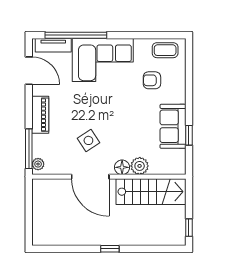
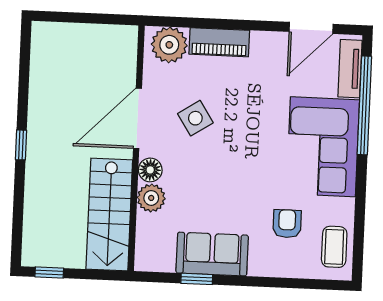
piano: (40, 115) -> (219, 42), moved
window: (29, 149) -> (186, 22), removed
plant: (38, 164) -> (169, 45), width x1.87, depth x1.87

